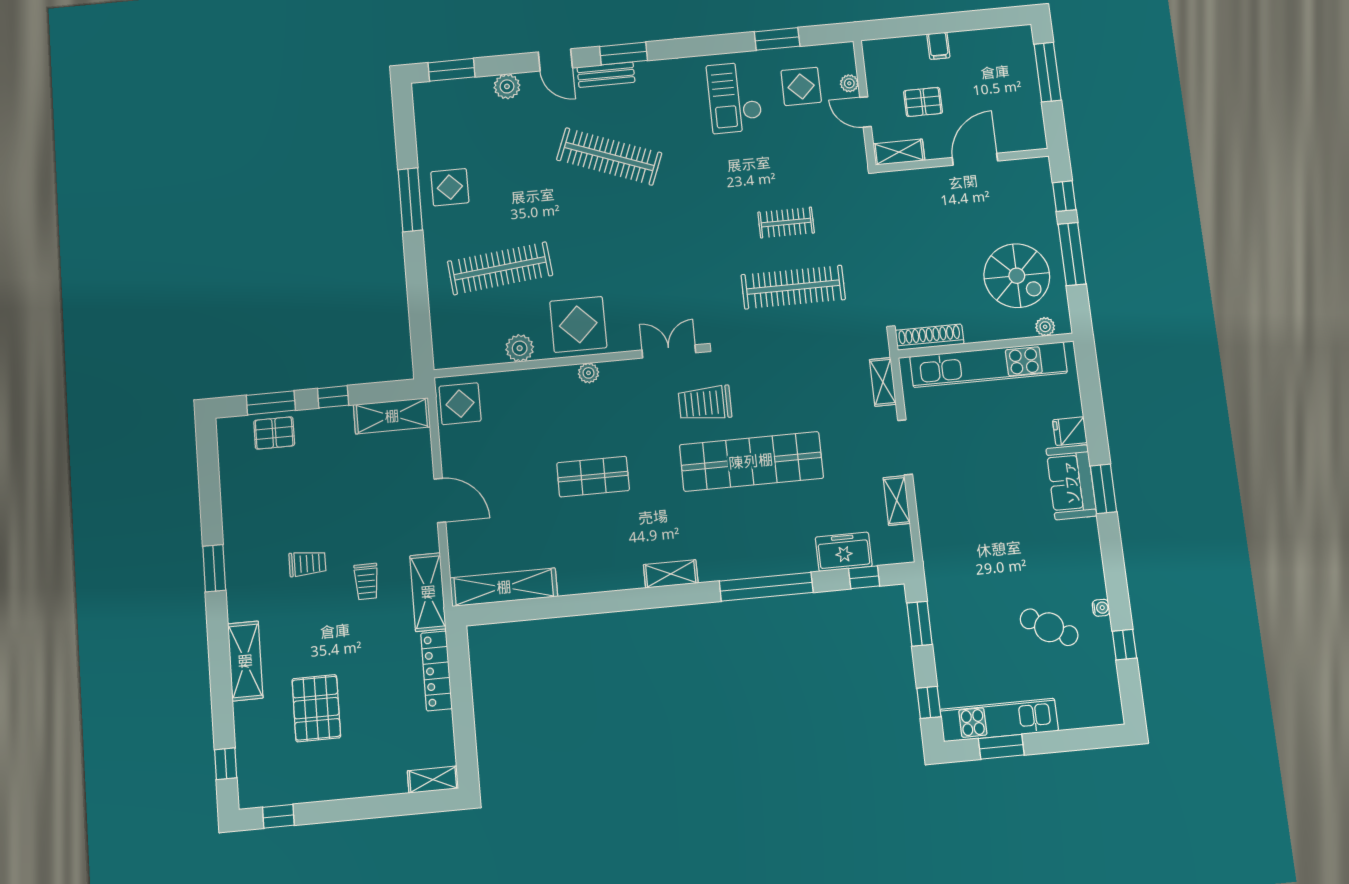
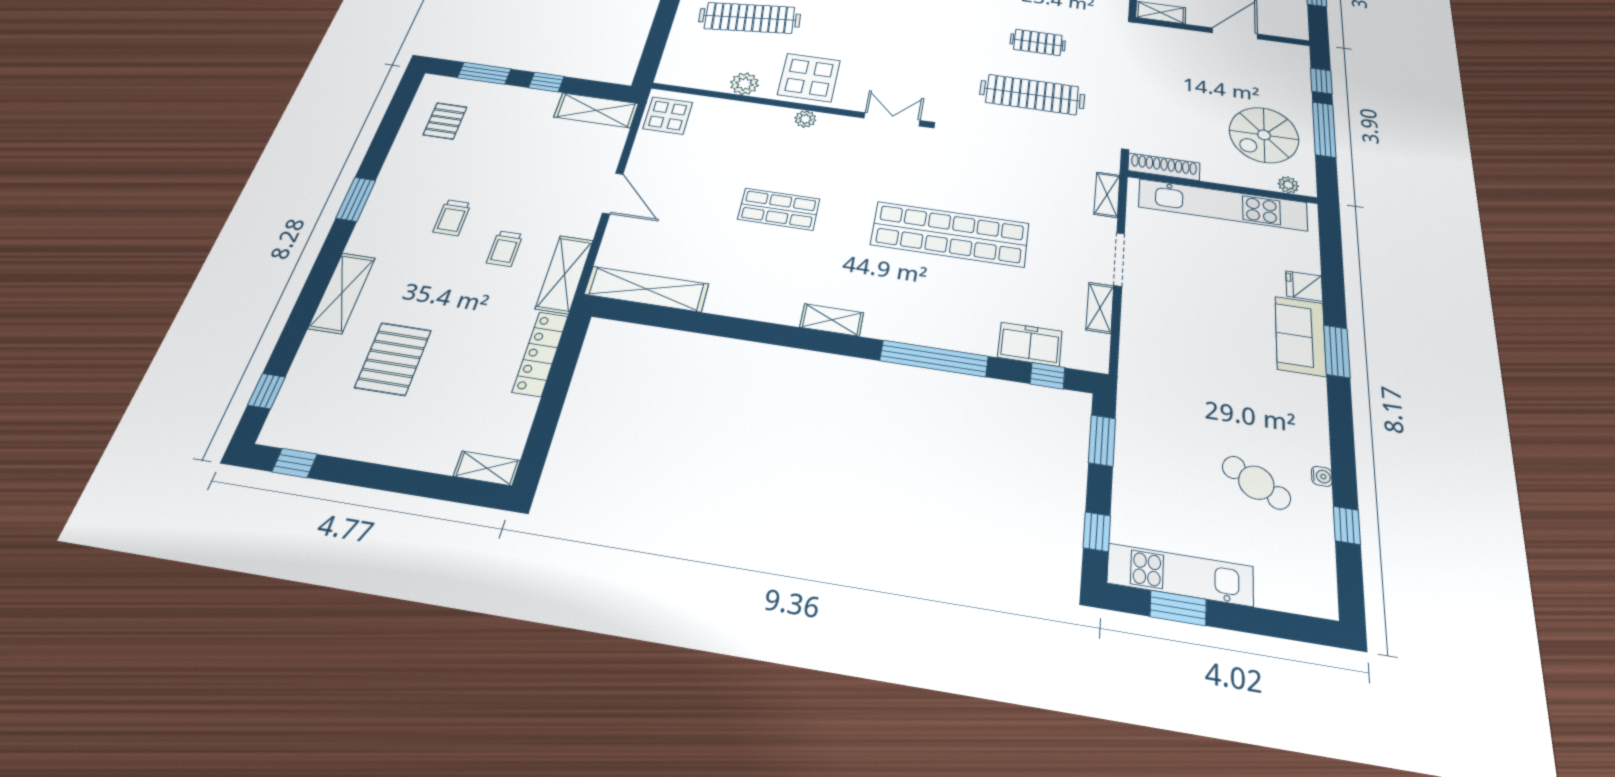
spiral stairs: (1017, 276) -> (1264, 135), turned 90
trolley: (705, 403) -> (916, 171), removed
pallet: (274, 433) -> (445, 121), moved, turned 90
trolley: (307, 563) -> (452, 218), turned 90

